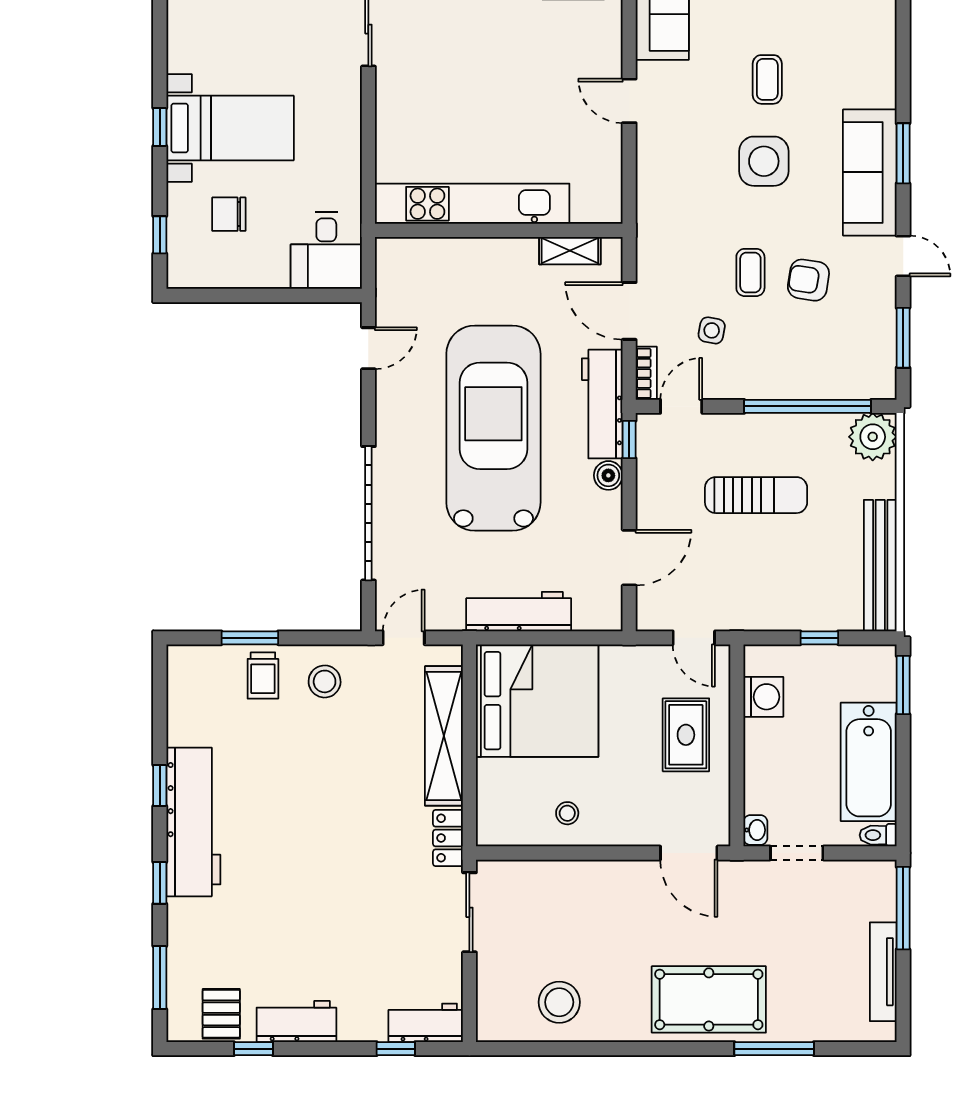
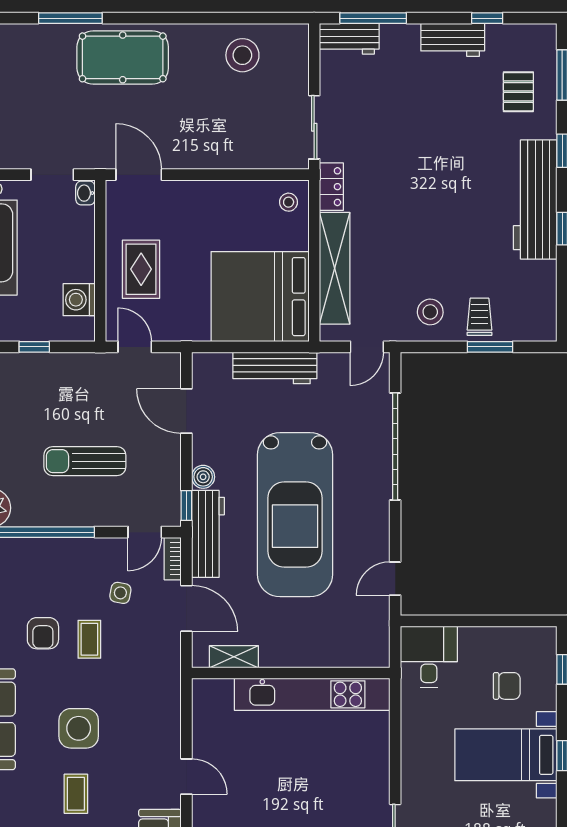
armchair: (808, 280) -> (43, 633), turned 81
door: (629, 558) -> (186, 411), hinge flipped
stool: (567, 813) -> (289, 202), moved
pallet: (221, 1014) -> (518, 92), moved
window: (396, 1049) -> (373, 18), width x2.17

